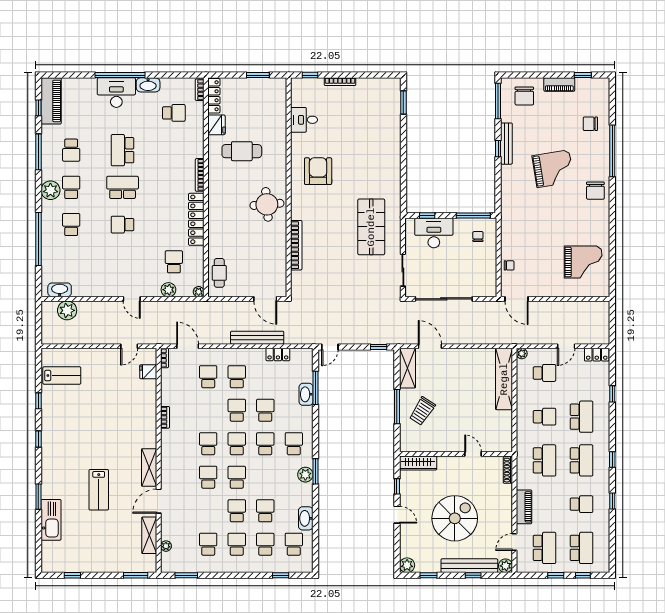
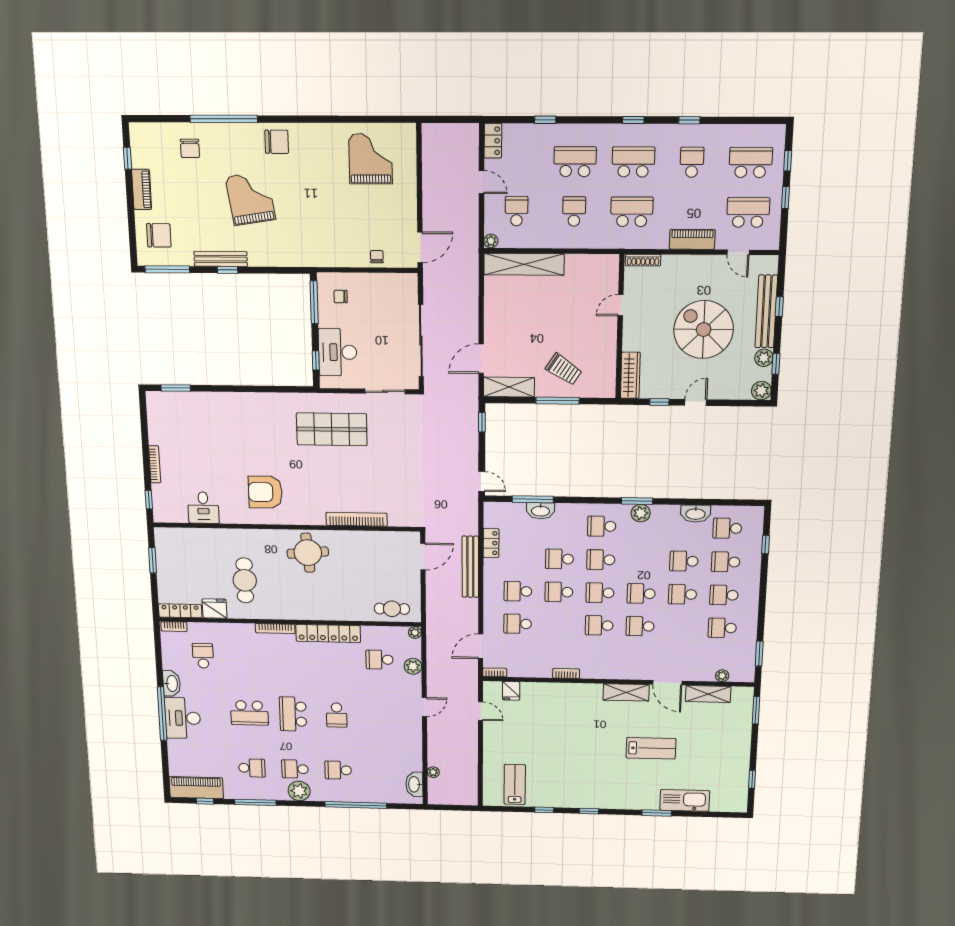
plant: (67, 310) -> (433, 772), width x0.53, depth x0.53
plant: (506, 566) -> (764, 358), moved

